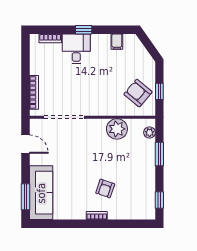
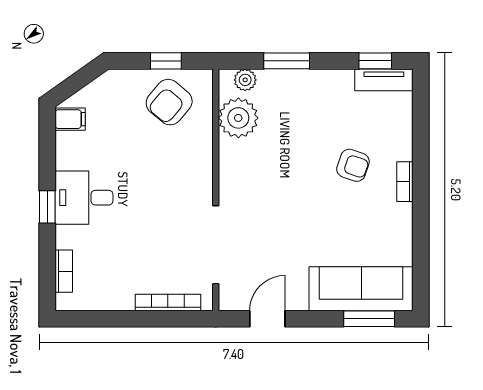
filing cabinet: (117, 42) -> (70, 119), moved
desk: (76, 49) -> (84, 198), moved
plant: (117, 129) -> (238, 118), moved
tv unit: (150, 205) -> (384, 80), added

